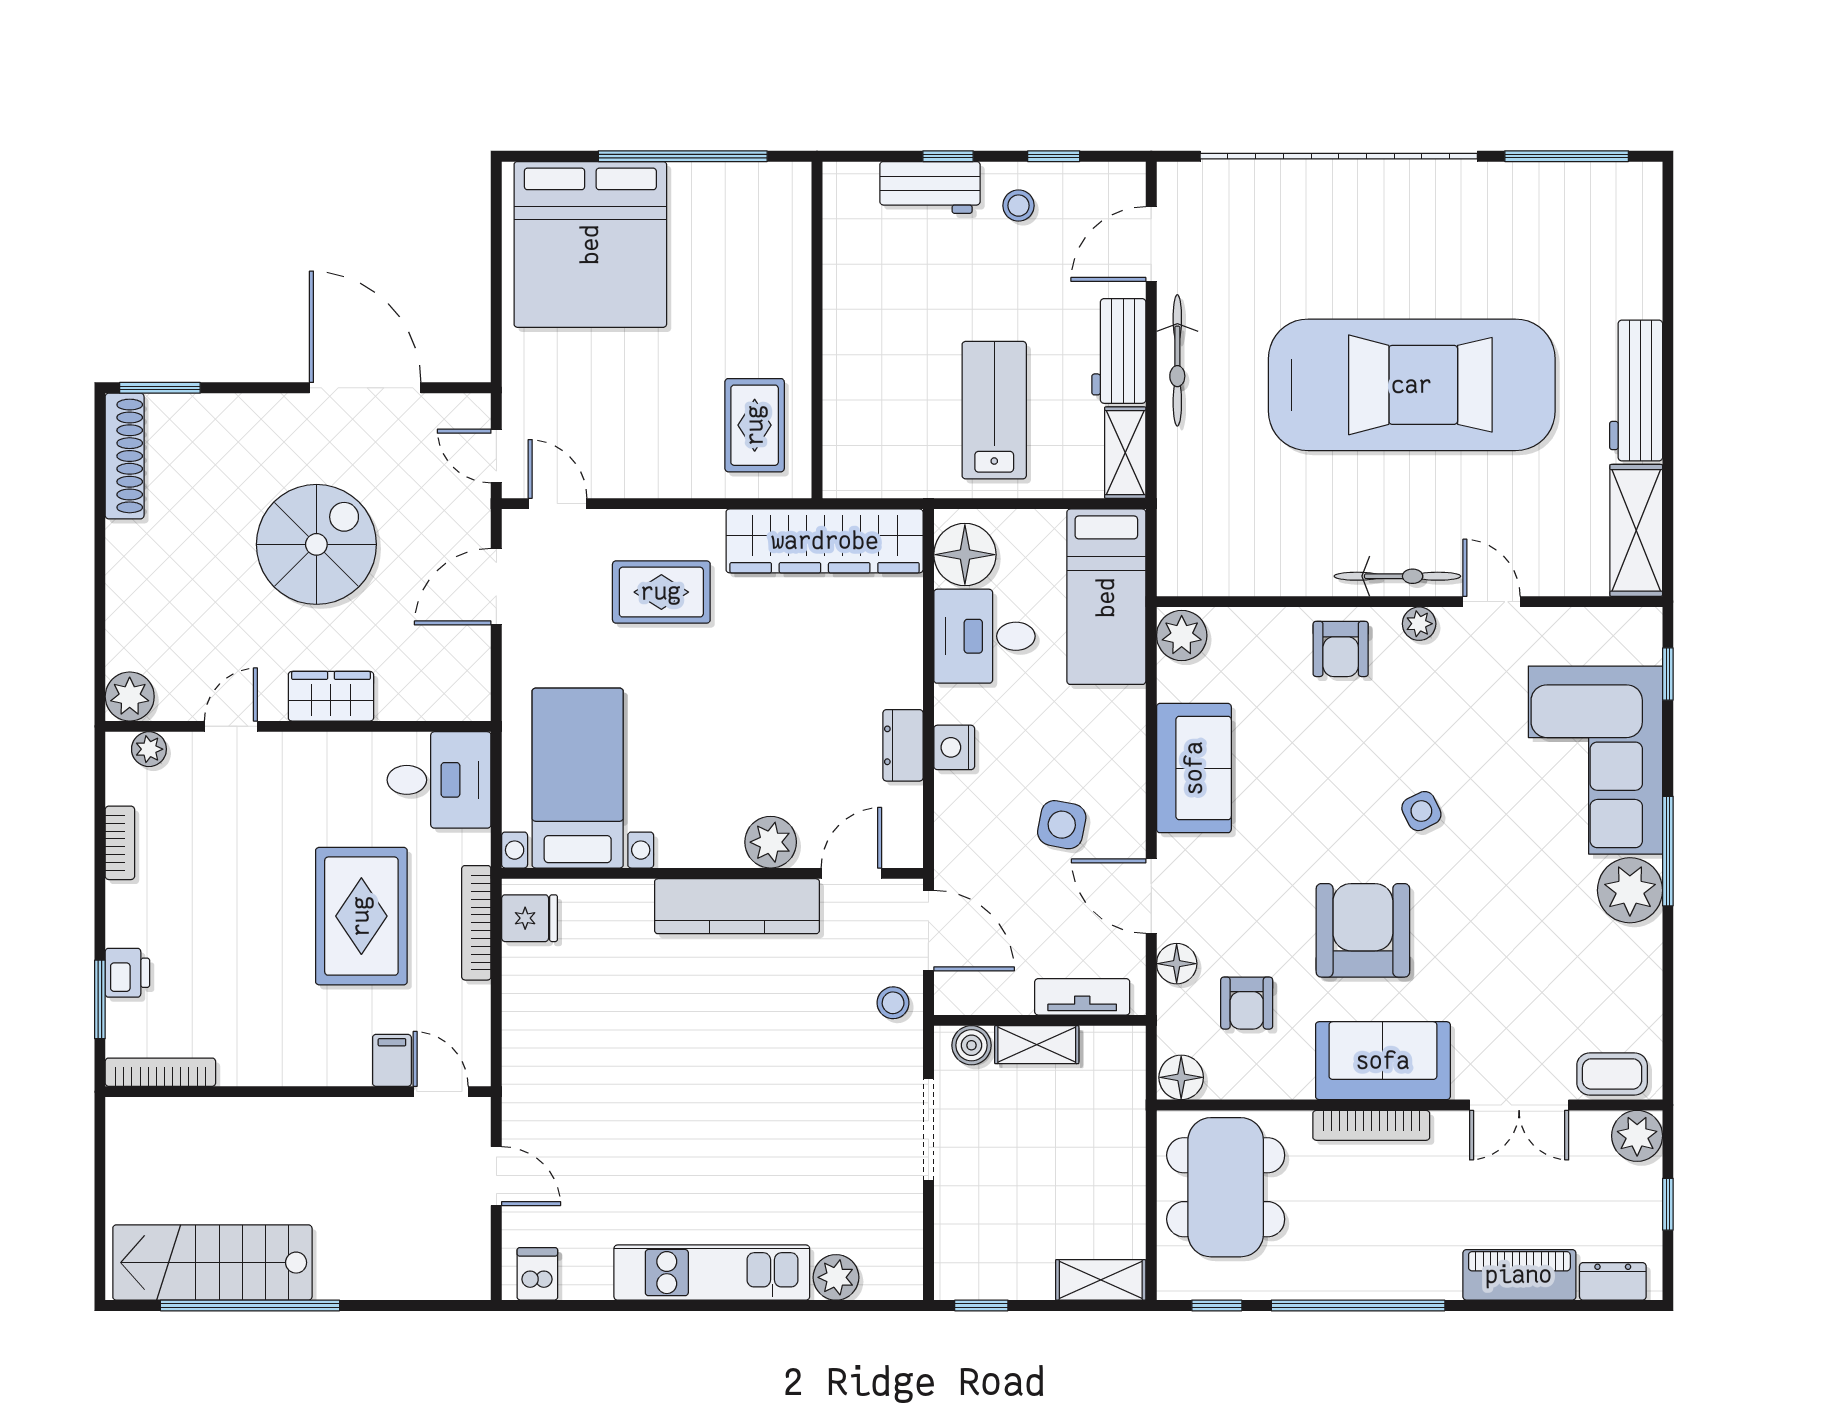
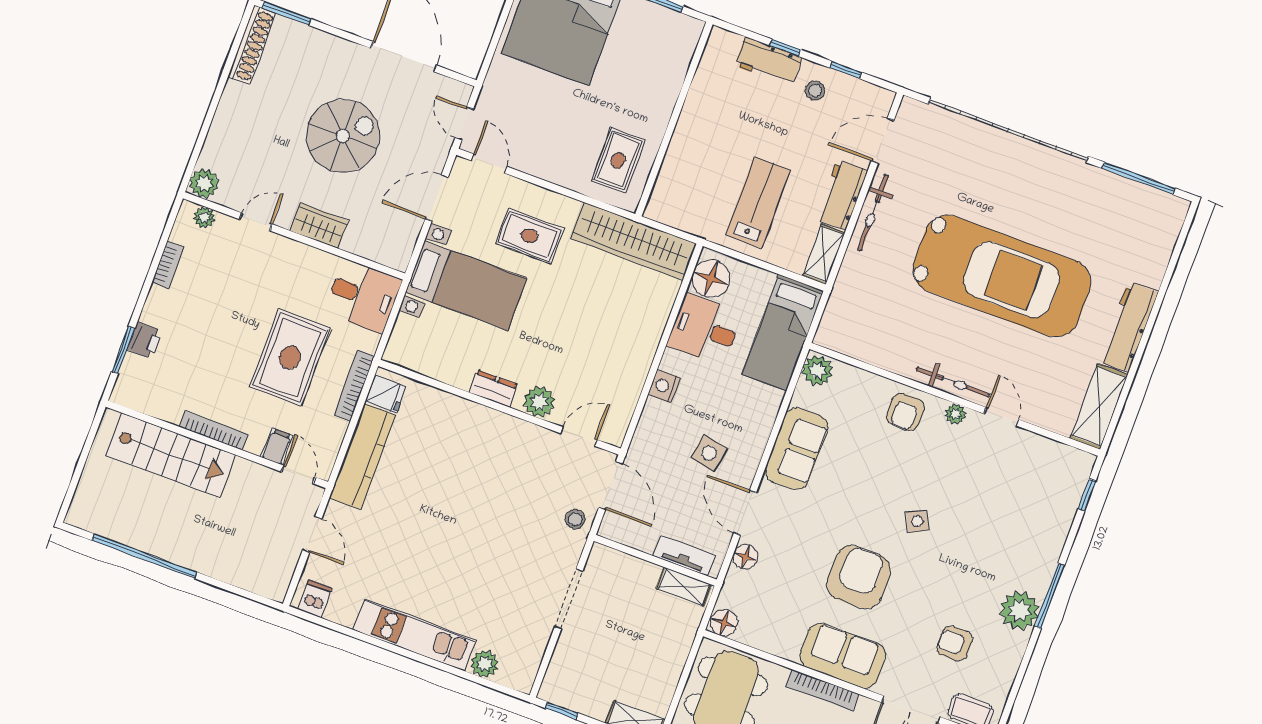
dresser: (903, 745) -> (494, 389), moved, turned 90
corner sofa: (1595, 760) -> (1027, 529), removed
bed with nightstands: (578, 778) -> (466, 285), moved, turned 90
kitchen counter: (737, 906) -> (362, 457), moved, turned -90
armchair: (1247, 1003) -> (955, 643), moved, turned 90
boiler: (971, 1045) -> (611, 560), removed
shelving: (1037, 1045) -> (684, 587), moved
bookcase: (160, 1072) -> (214, 431), moved
stairs: (212, 1263) -> (171, 455), moved, turned 180

